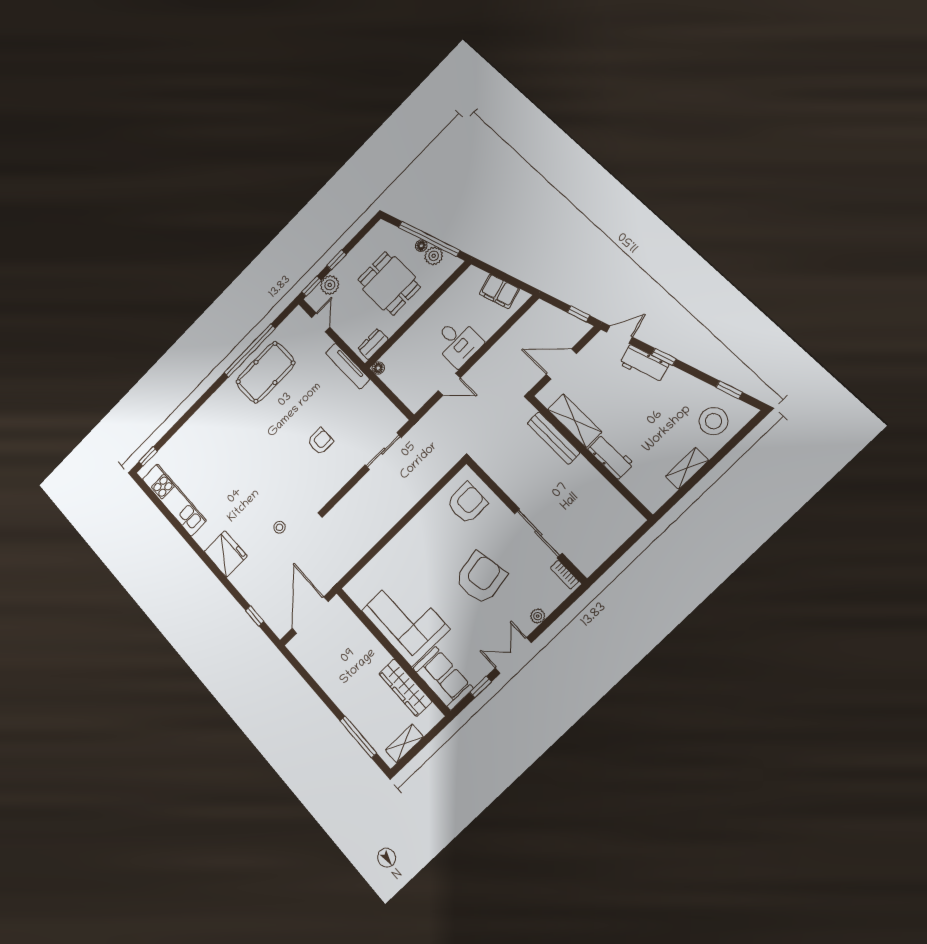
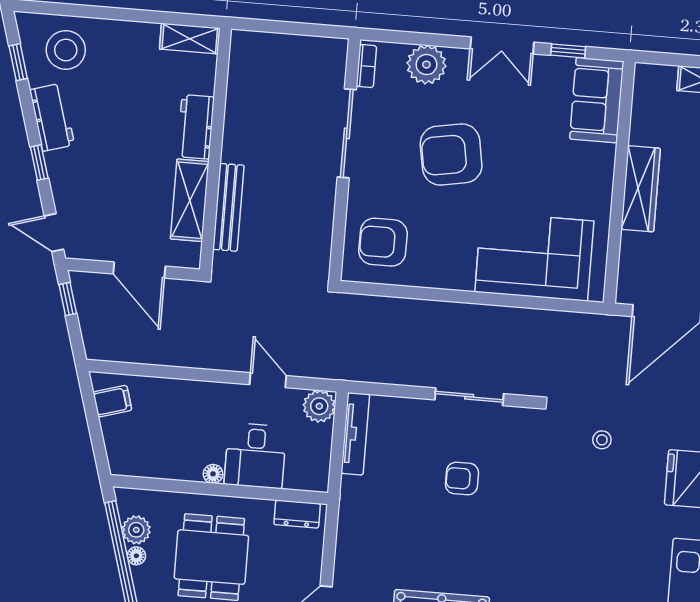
filing cabinet: (499, 291) -> (112, 401), width x0.50
desk: (458, 342) -> (255, 456), moved, turned 180
workbench: (644, 364) -> (52, 117), moved
tv unit: (348, 366) -> (355, 434), moved
floor lamp: (378, 368) -> (213, 474), moved
plant: (415, 400) -> (319, 406), added
sliding door: (383, 451) -> (469, 397), moved
shelving: (687, 468) -> (190, 39), moved
plant: (538, 616) -> (426, 65), width x1.88, depth x1.88
corner sofa: (405, 620) -> (534, 257), moved, turned 90
wardrobe: (405, 688) -> (641, 189), moved

